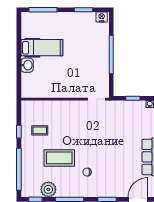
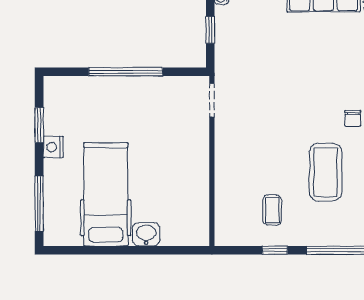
nightstand: (102, 17) -> (53, 147), moved
hospital bed: (42, 48) -> (106, 194), width x1.37, depth x1.29

